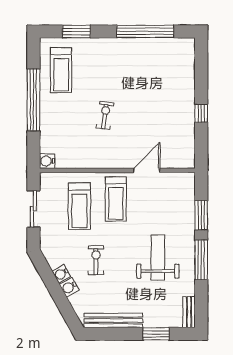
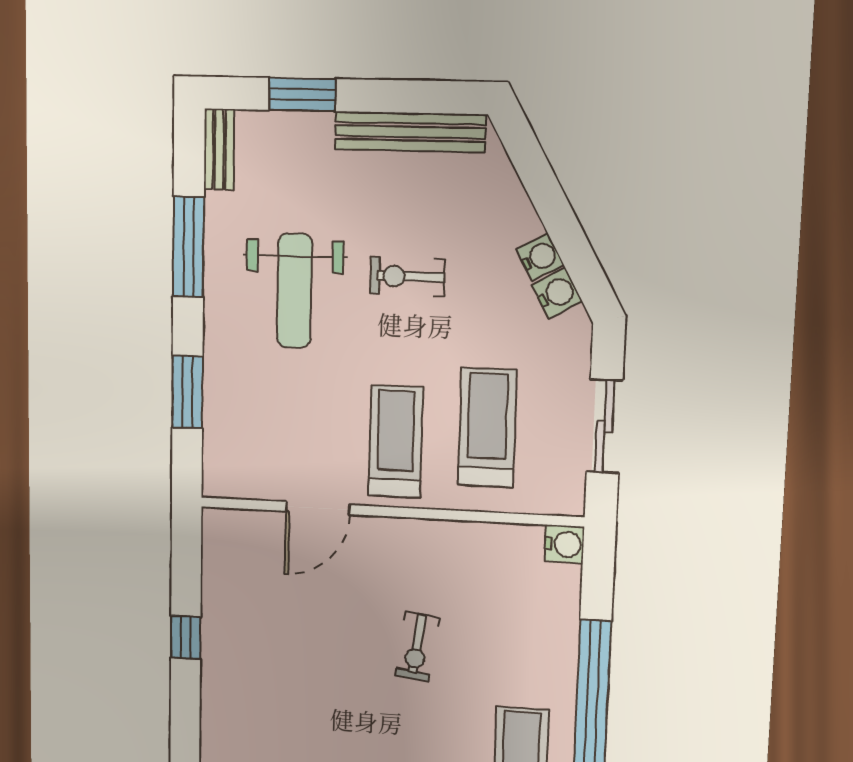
exercise bike: (96, 260) -> (407, 277), moved, turned 90
window: (201, 260) -> (188, 247), moved
water cooler: (69, 287) -> (557, 293), moved

